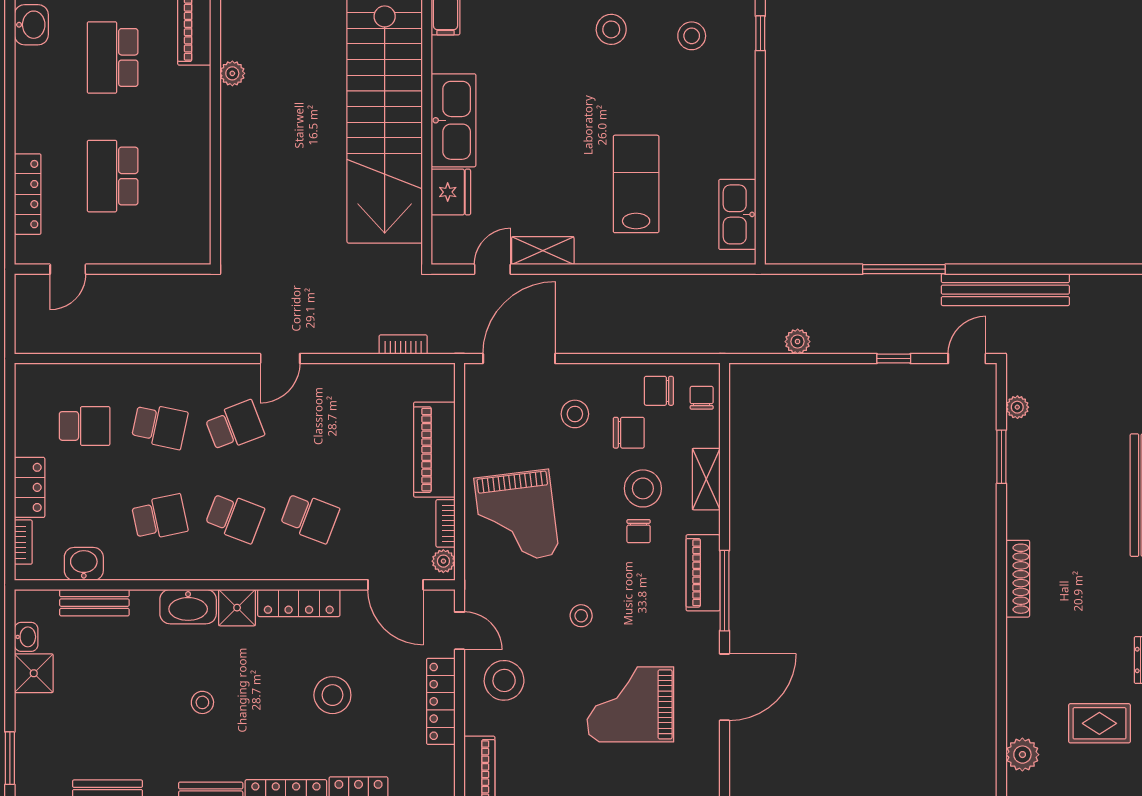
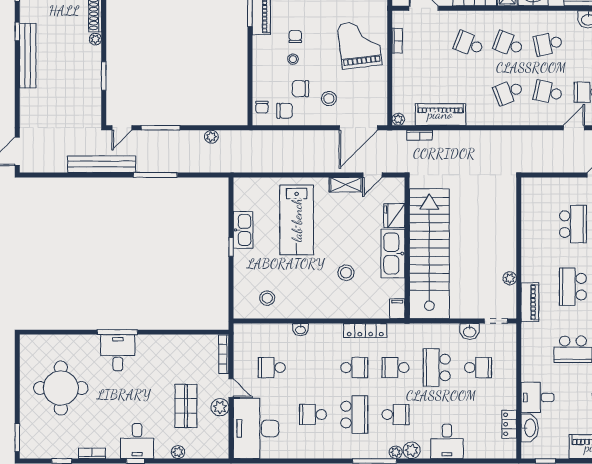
stool: (611, 29) -> (346, 273), moved
window: (760, 33) -> (231, 247), moved
school desk: (113, 58) -> (573, 287), turned 180
lab bench: (636, 184) -> (297, 220), width x1.36, depth x1.39
kitchen sink: (737, 214) -> (243, 230), moved
door: (280, 359) -> (574, 128), moved
window: (894, 359) -> (161, 128), width x2.17
plant: (1017, 407) -> (95, 39), moved
piano: (434, 450) -> (440, 114), moved, turned -90
shelving: (706, 479) -> (260, 64), removed
stool: (643, 488) -> (293, 59), width x0.53, depth x0.53
plant: (443, 561) -> (398, 119), moved

